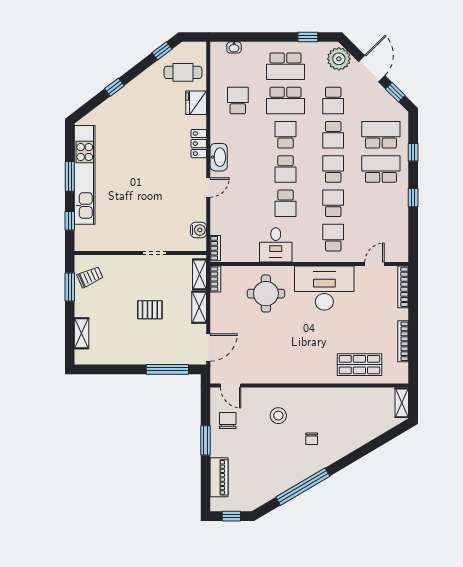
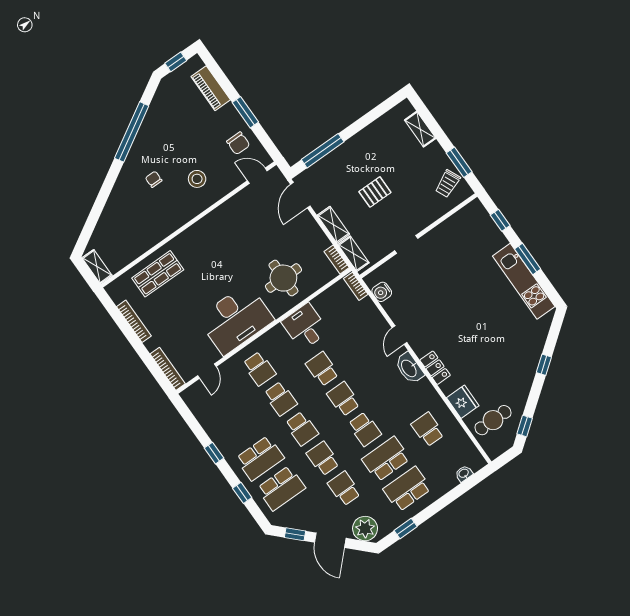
school desk: (238, 101) -> (428, 429), turned 180
kitchen unit: (85, 175) -> (524, 281), width x0.73

